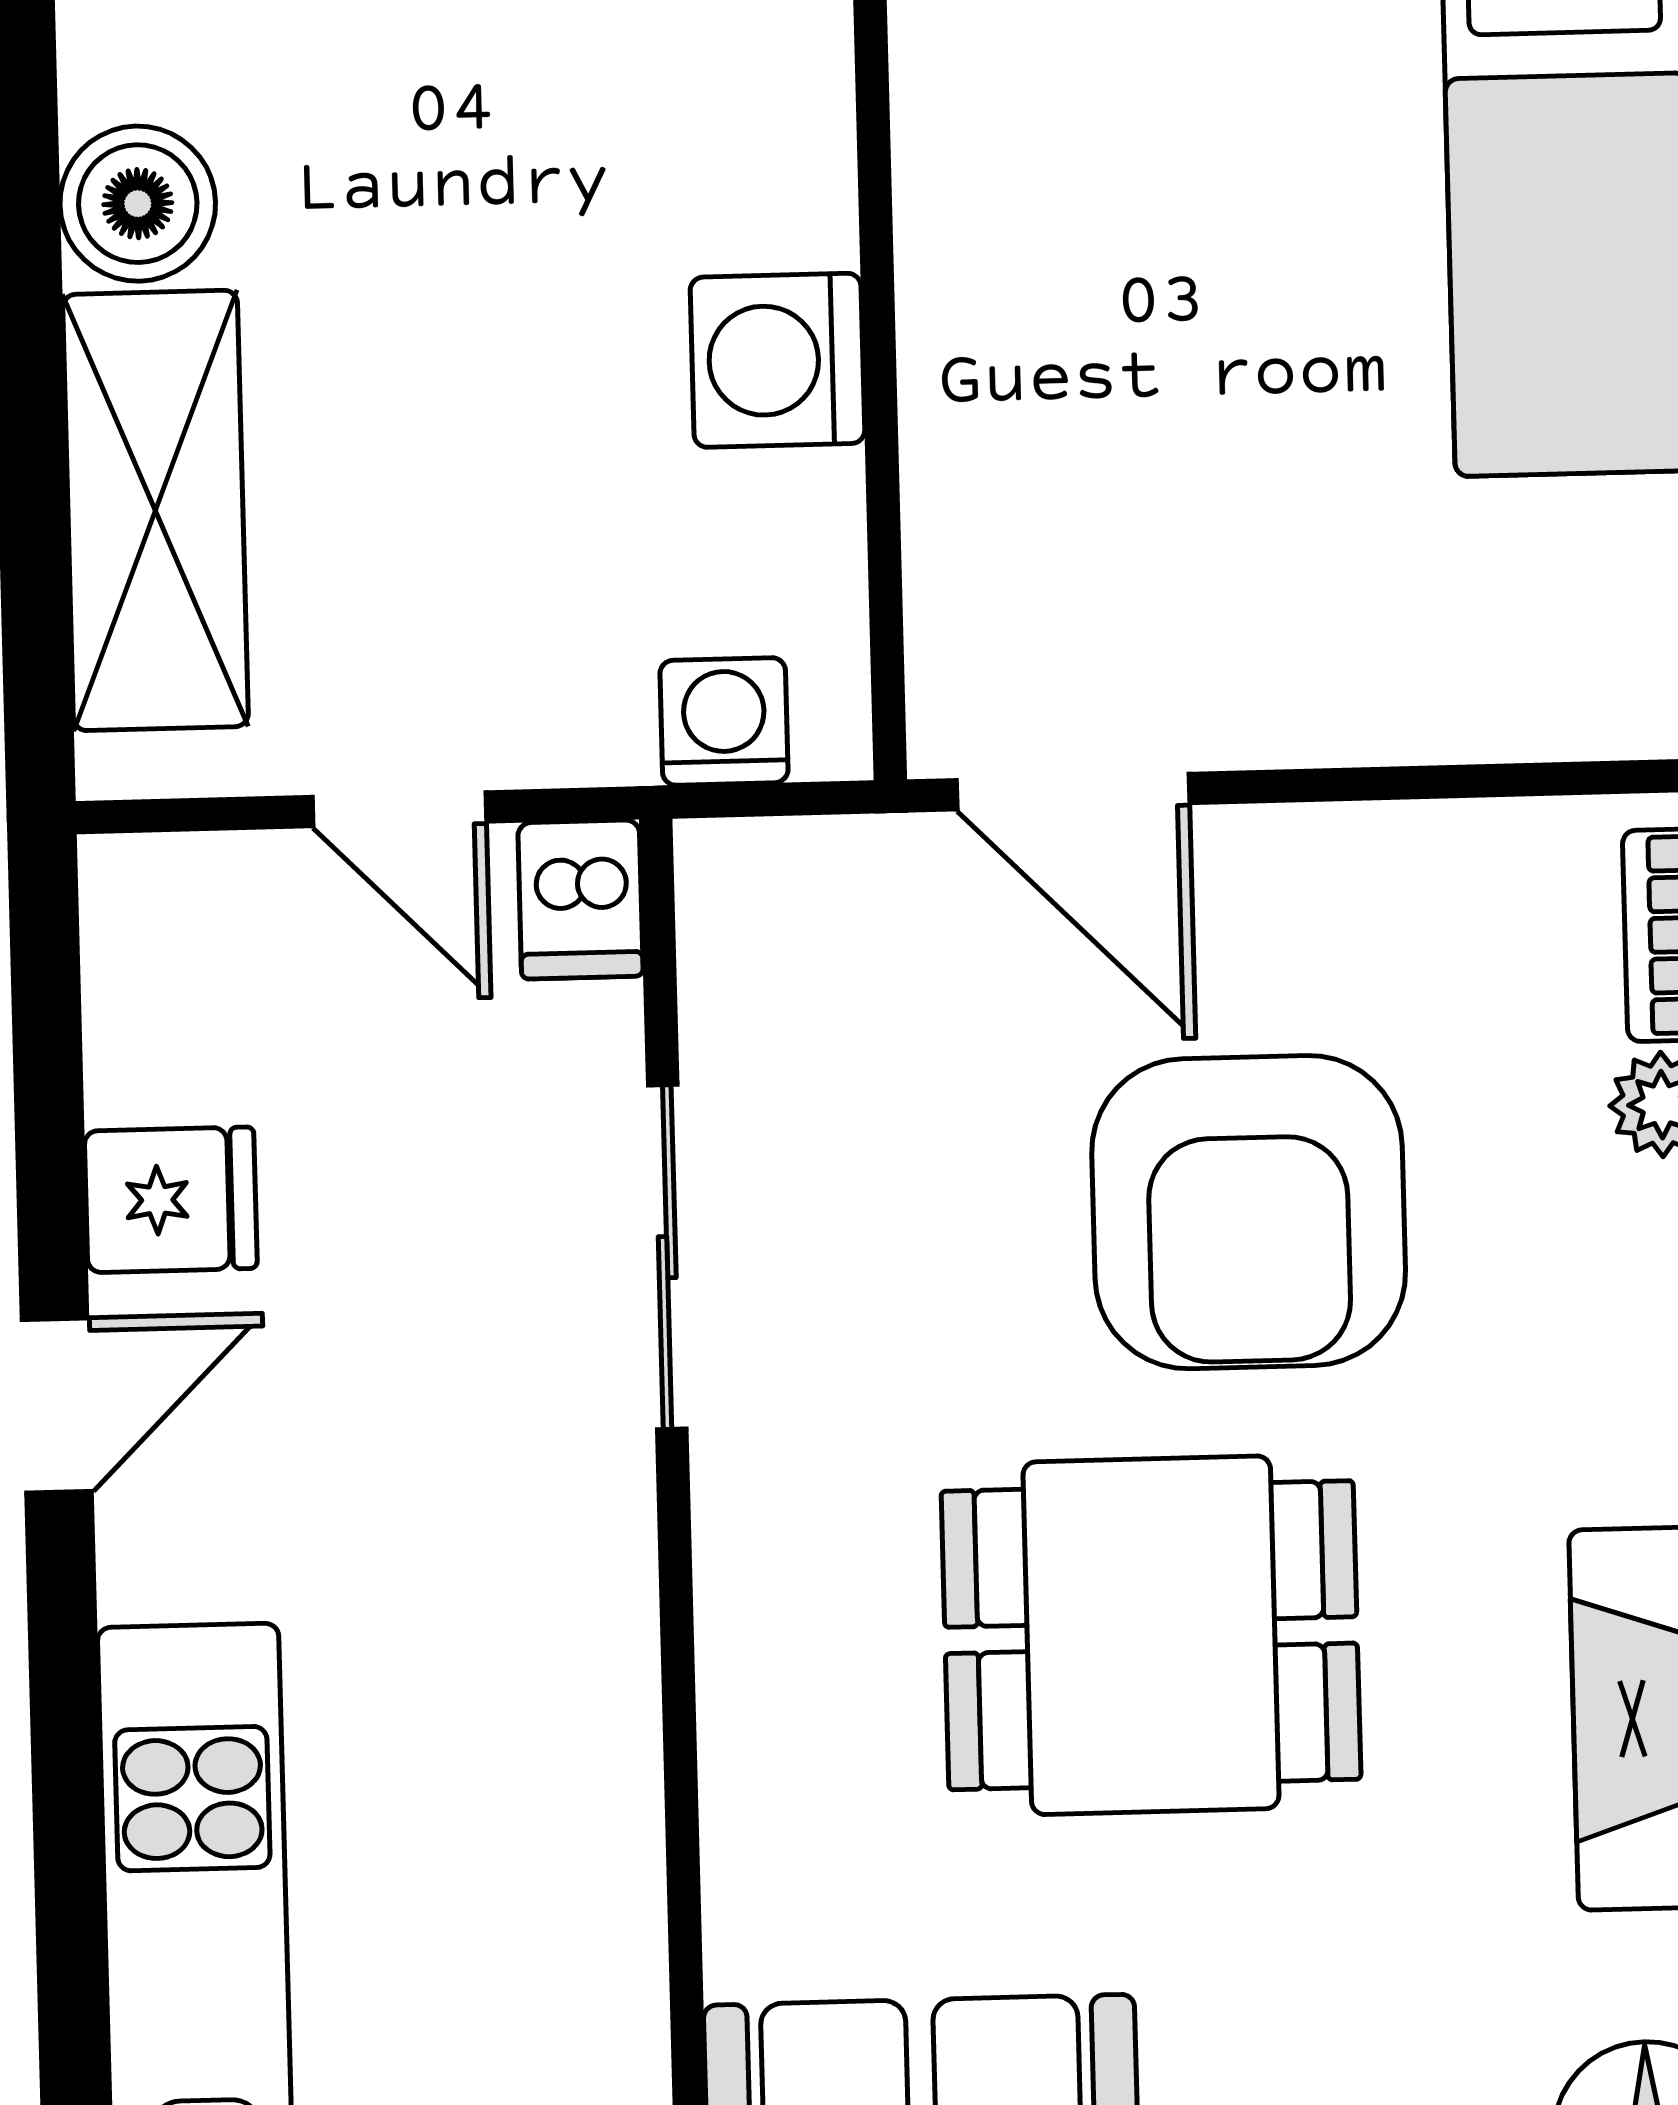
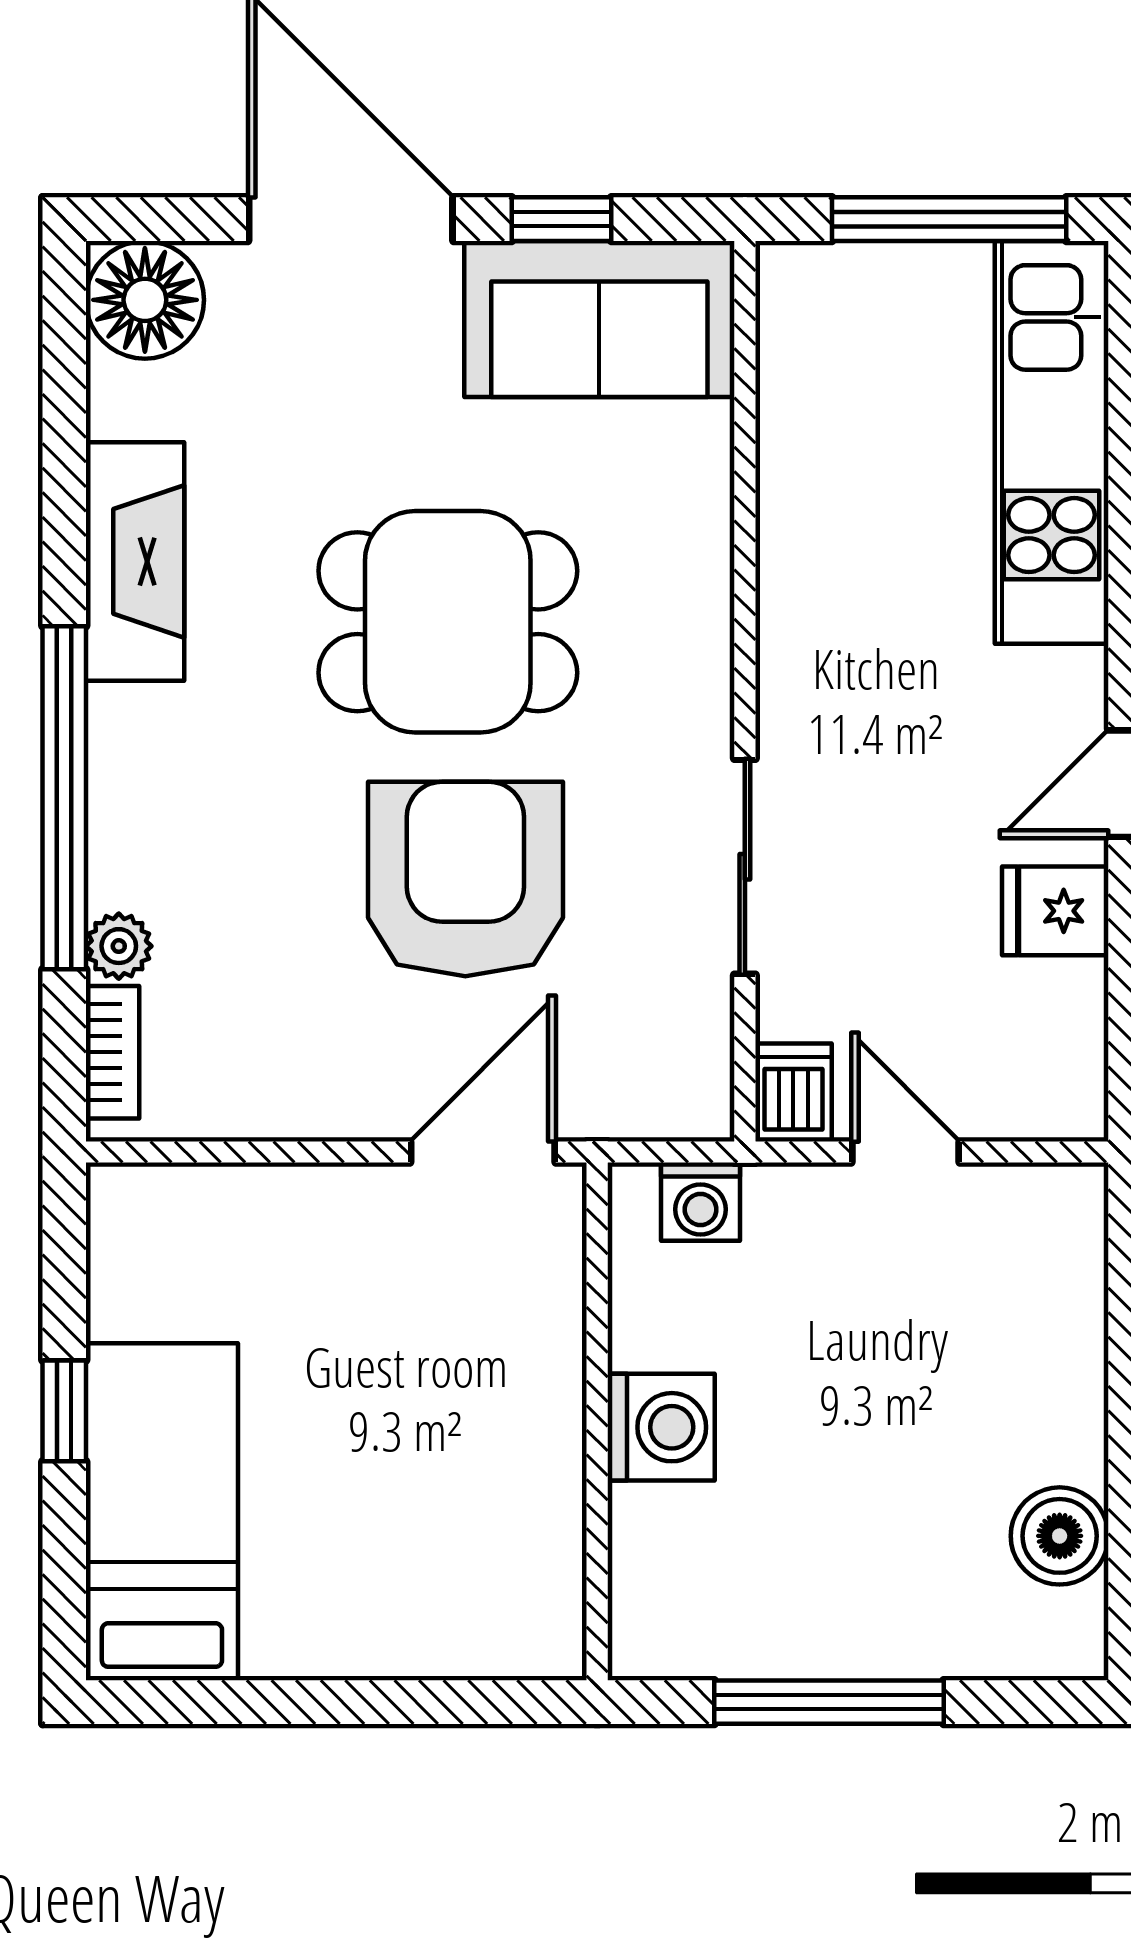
shelving: (155, 510) -> (1054, 1343), removed
door: (1073, 792) -> (483, 1152), hinge flipped
armchair: (1249, 1212) -> (465, 879), moved

